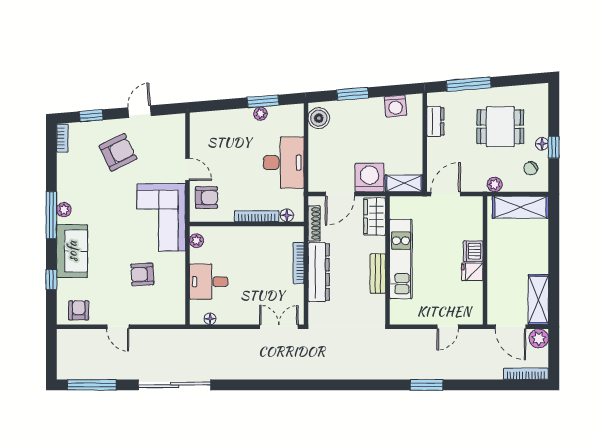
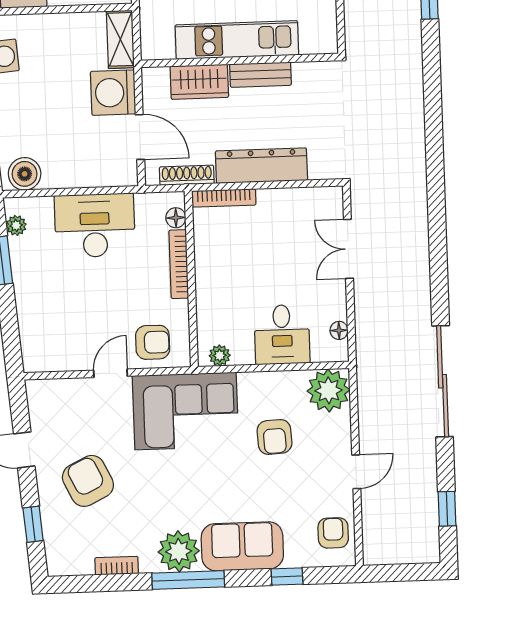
plant: (260, 114) -> (16, 225), moved
bookcase: (62, 138) -> (117, 566), moved
armchair: (207, 197) -> (153, 342), turned 90
plant: (64, 210) -> (179, 551), width x1.88, depth x1.88
wardrobe: (375, 217) -> (199, 82), moved
bookcase: (299, 263) -> (224, 198), moved
armchair: (79, 310) -> (333, 533), turned 90
plant: (171, 311) -> (329, 390), added
double door: (279, 327) -> (348, 249), moved
window: (92, 385) -> (447, 509), width x0.46

